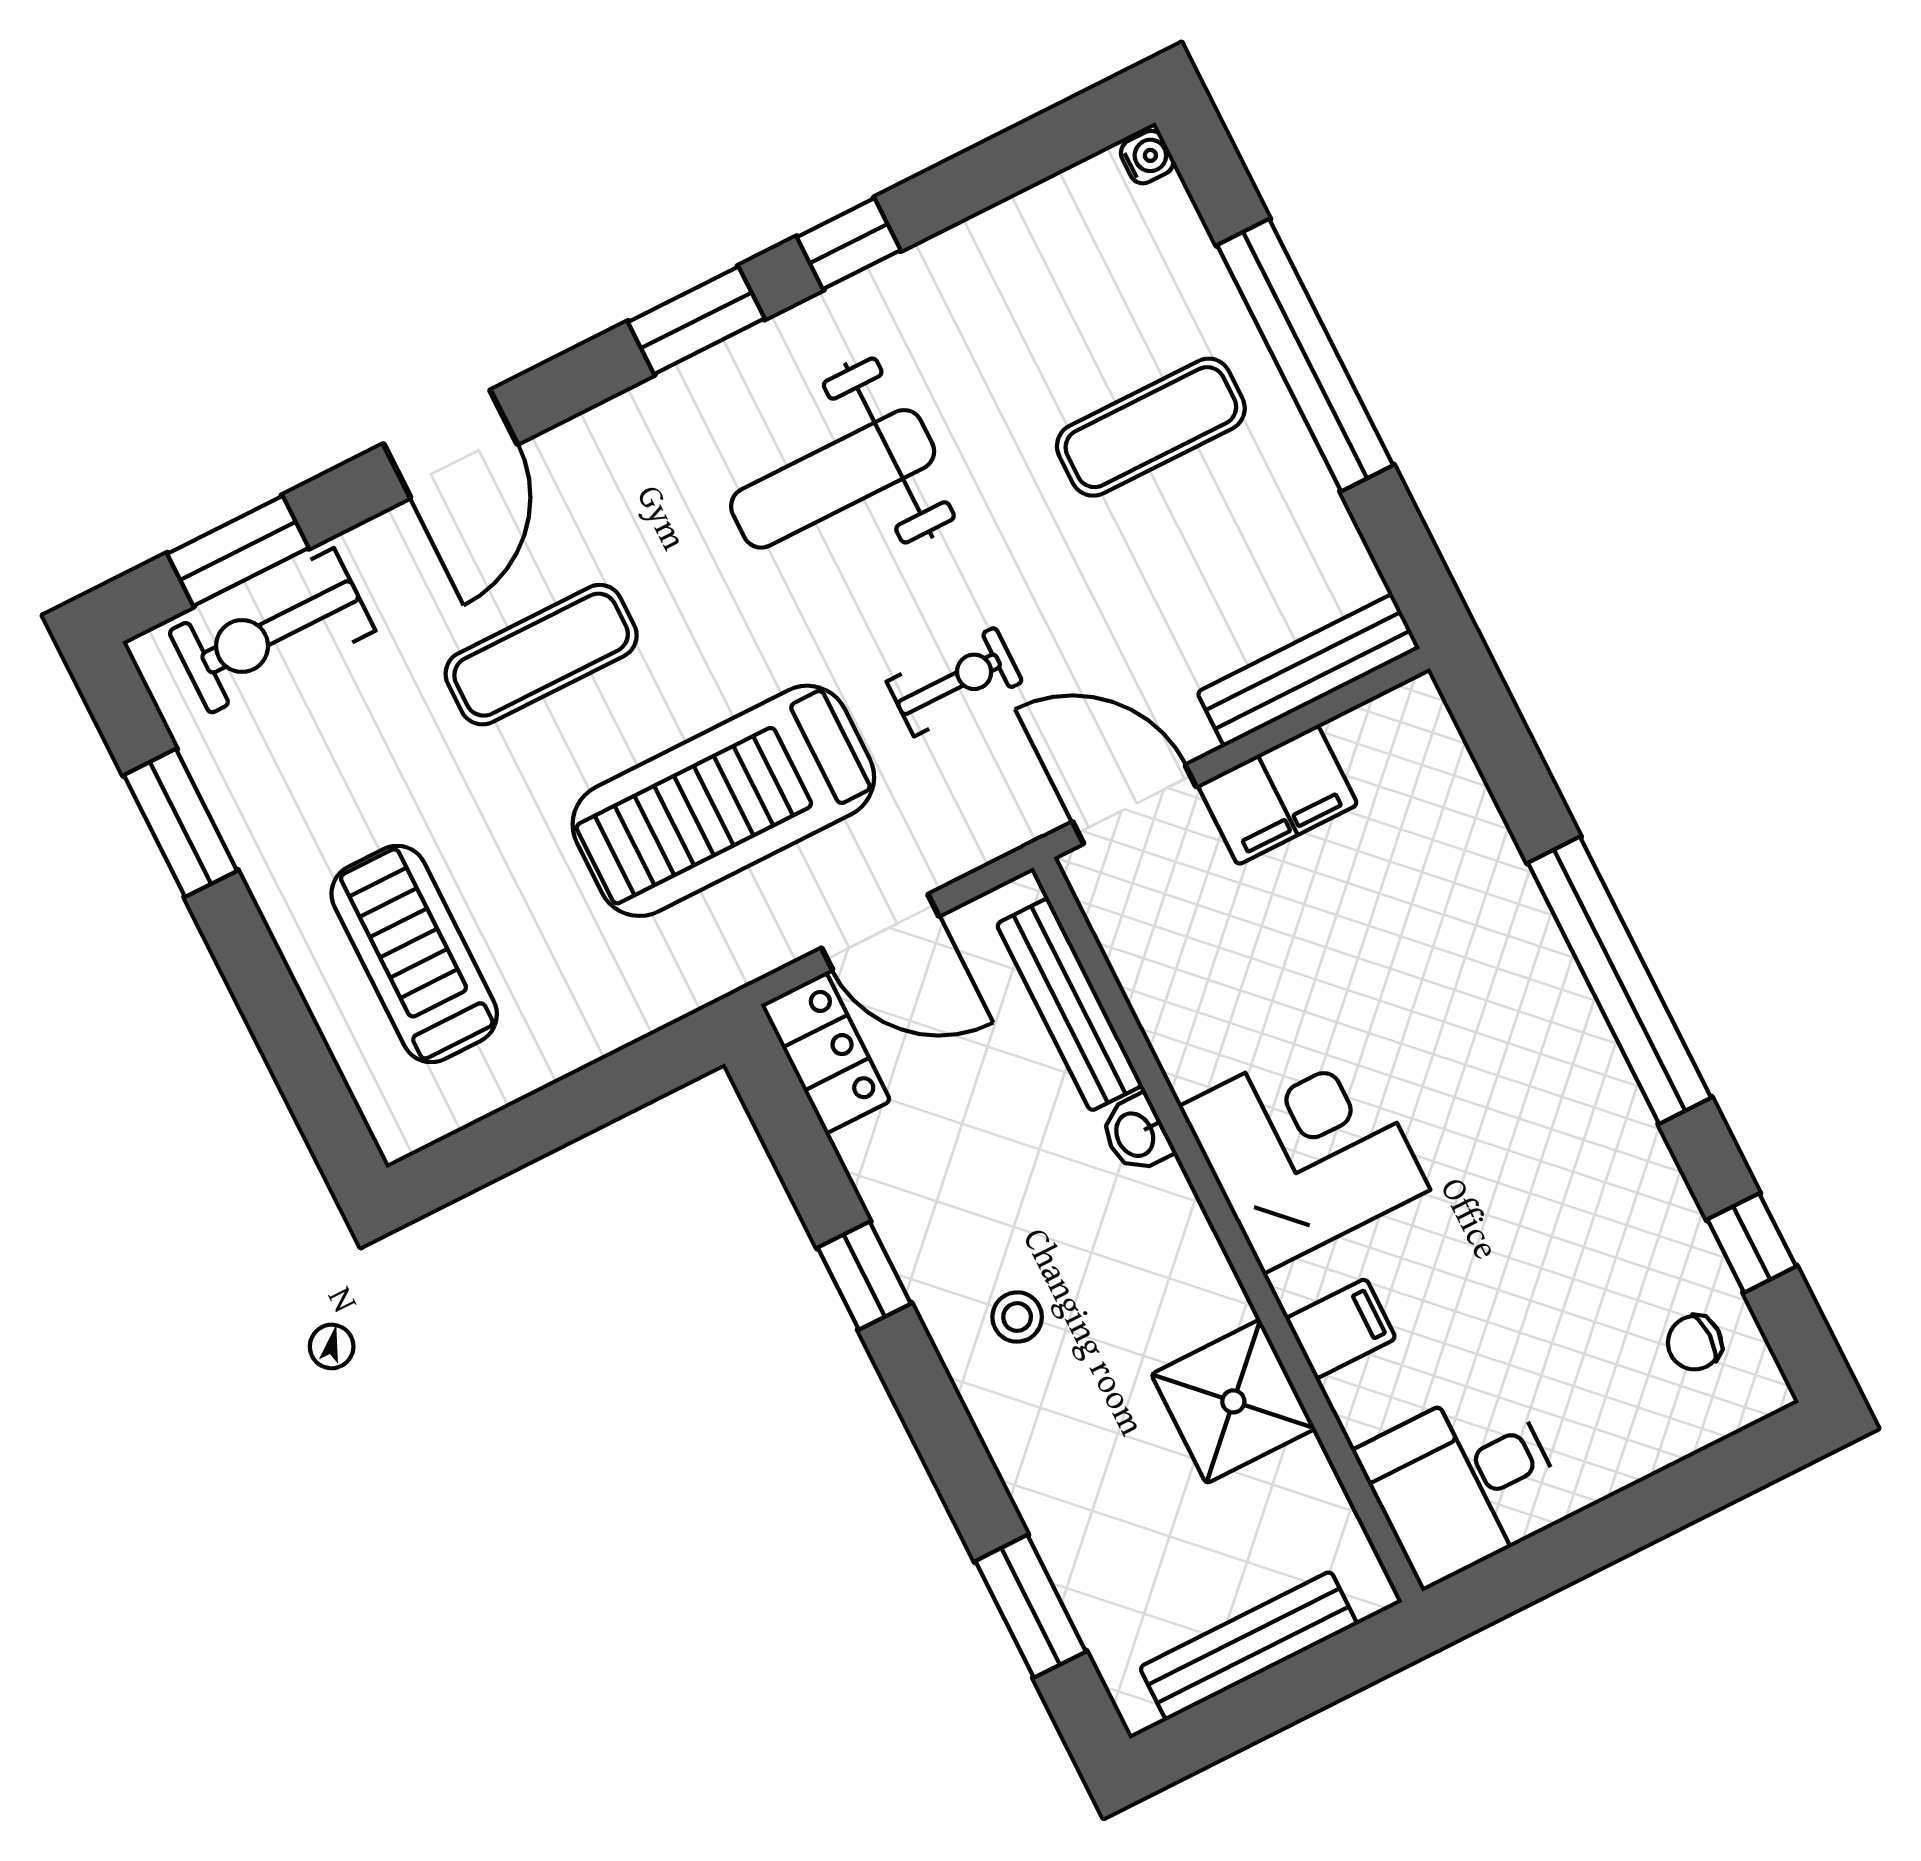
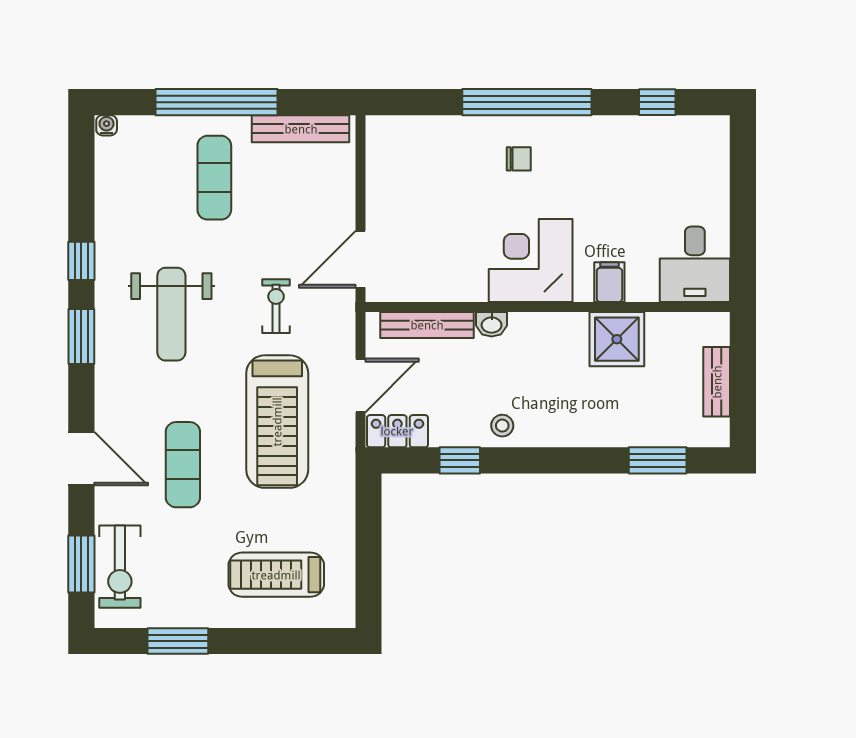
bench: (1308, 670) -> (301, 129), moved, turned 90
filing cabinet: (1278, 795) -> (385, 201), removed
window: (864, 1276) -> (460, 460), moved
stool: (1017, 1317) -> (502, 426), moved
chair: (1695, 1343) -> (519, 159), moved, turned -90
bench: (1248, 1646) -> (717, 382), width x0.73

